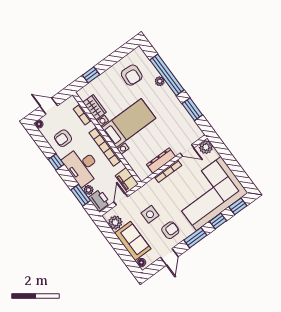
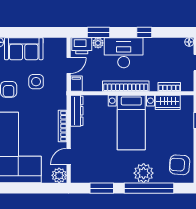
armchair: (132, 75) -> (180, 165), moved
plant: (160, 81) -> (144, 173), width x1.87, depth x1.87
armchair: (63, 138) -> (161, 54), removed
dresser: (161, 161) -> (77, 111), moved
filing cabinet: (127, 180) -> (76, 84), width x0.50
door: (121, 199) -> (69, 65), hinge flipped
plant: (115, 222) -> (52, 45), removed

